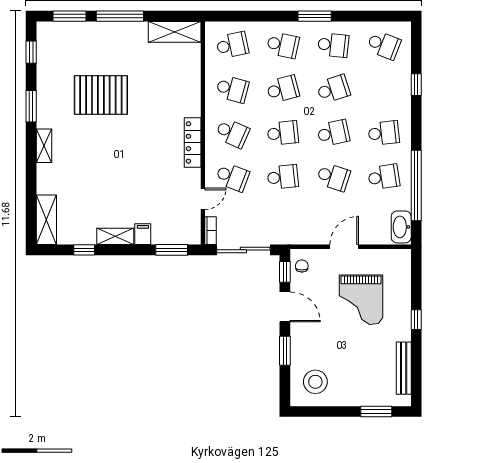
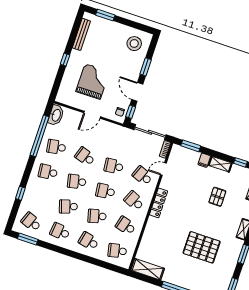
window: (315, 16) -> (28, 239), moved
pallet: (103, 183) -> (217, 197), added

